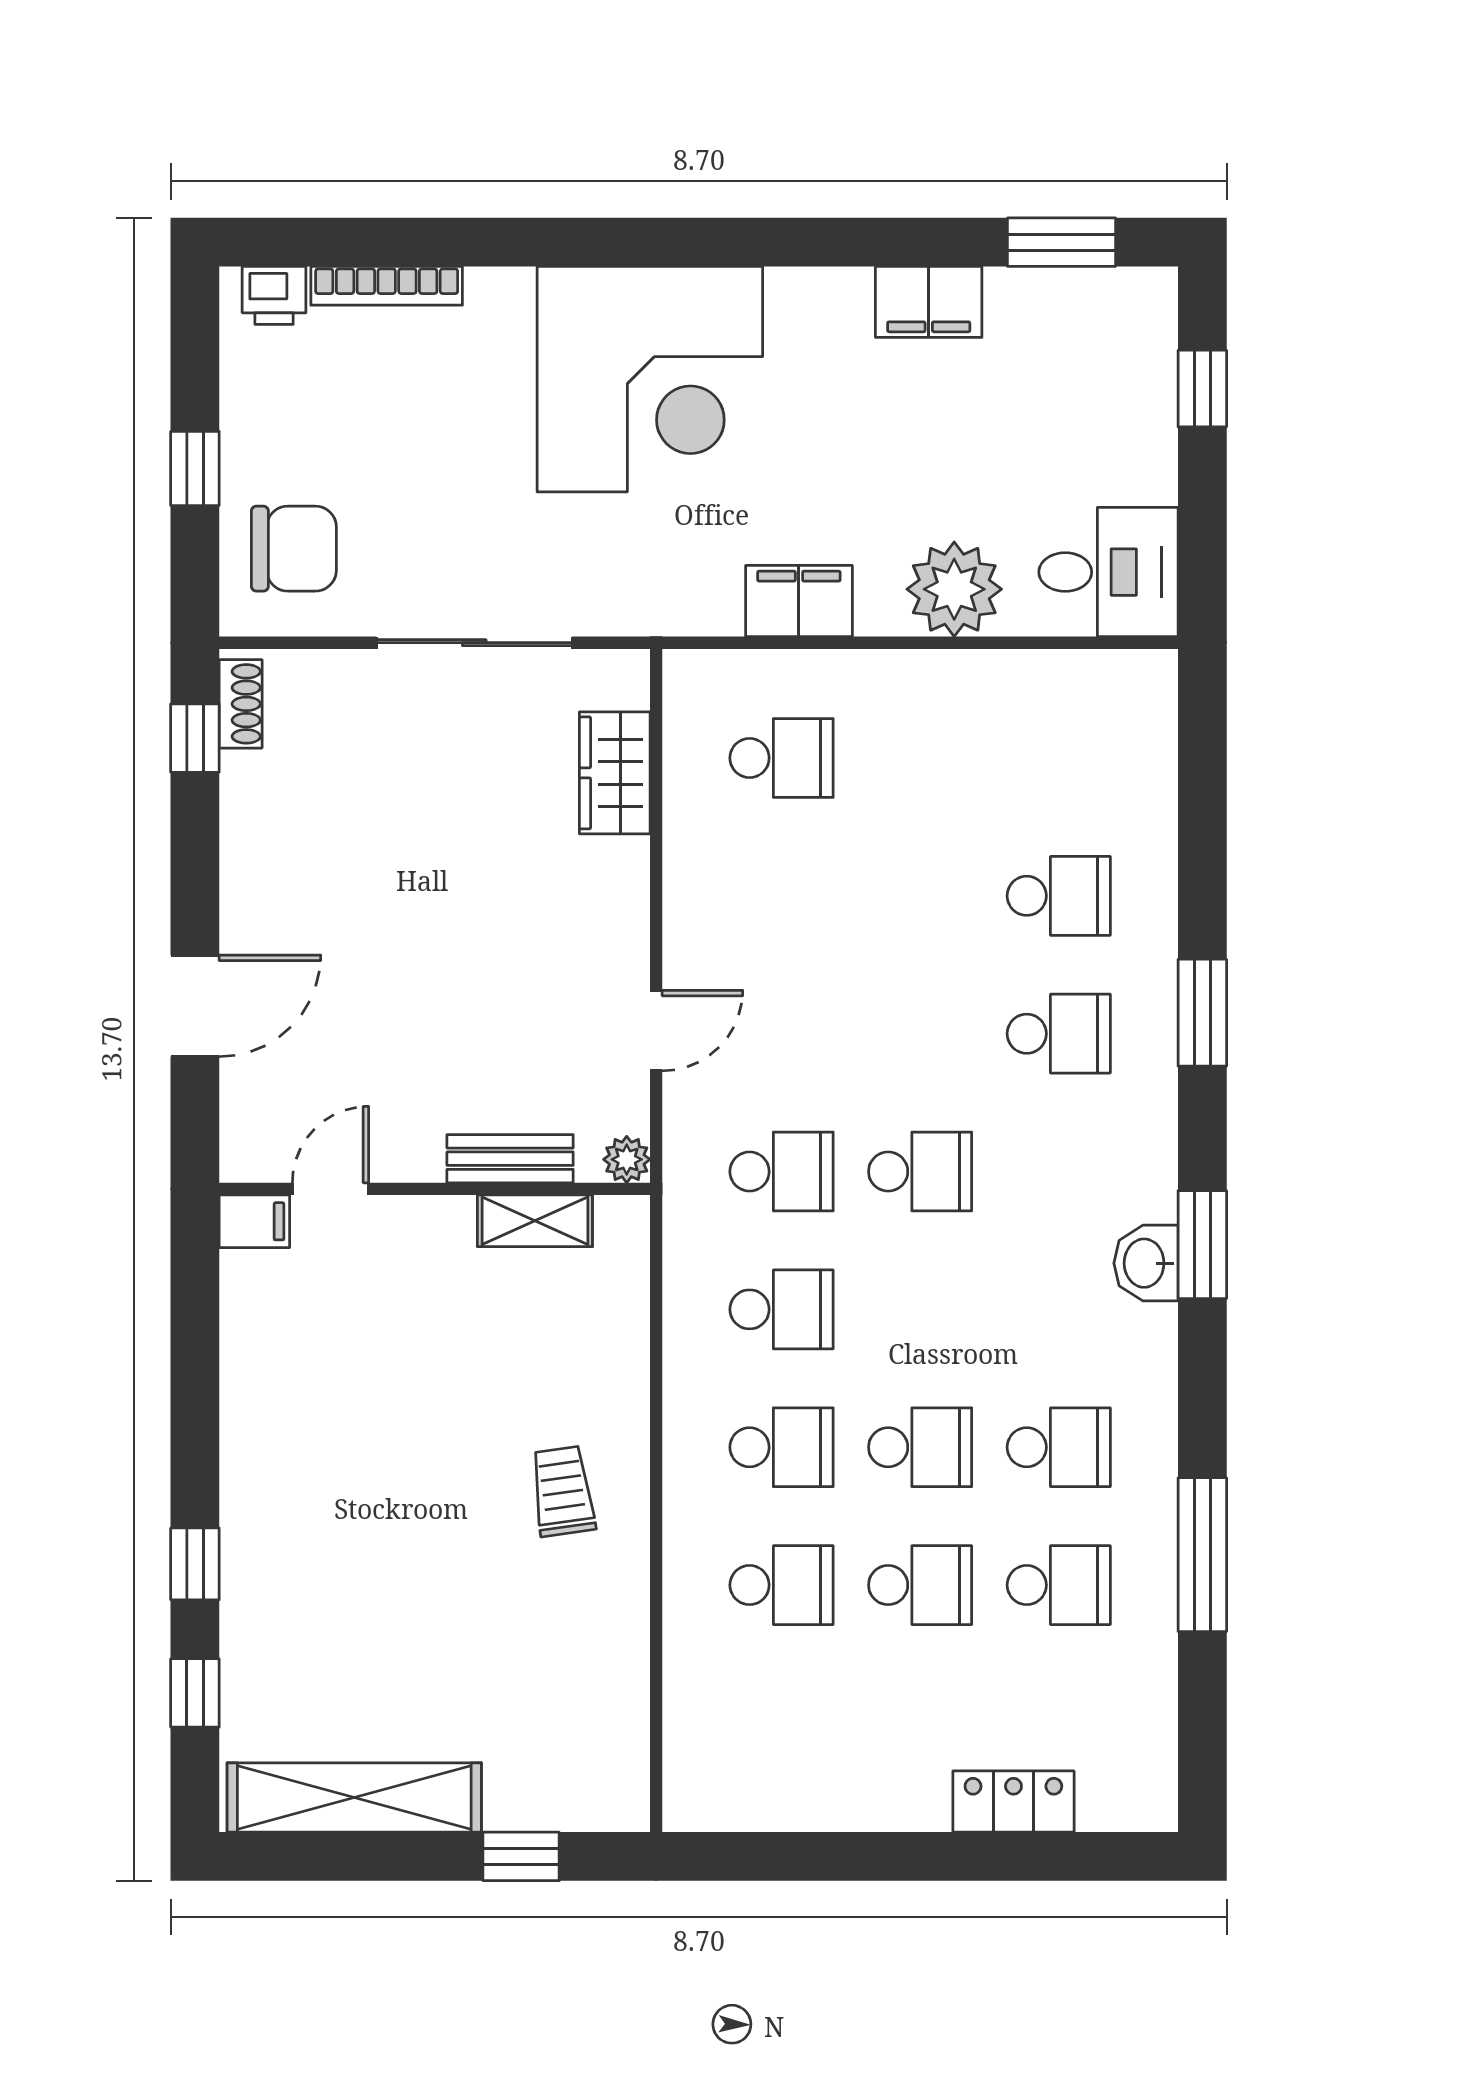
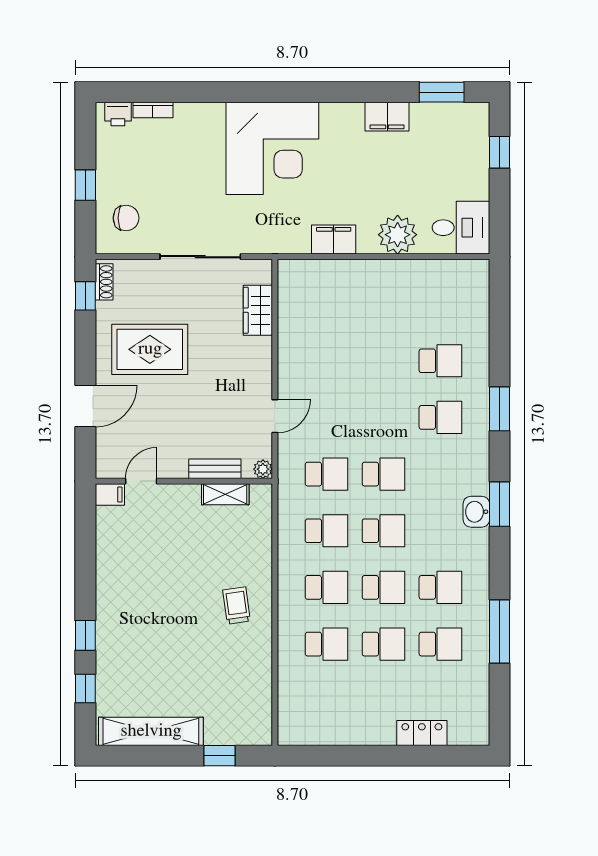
bookcase: (387, 286) -> (153, 110), width x0.64
chair: (294, 549) -> (126, 218), width x0.73, depth x0.73
school desk: (782, 758) -> (383, 531), moved
rug: (352, 868) -> (150, 349), added

